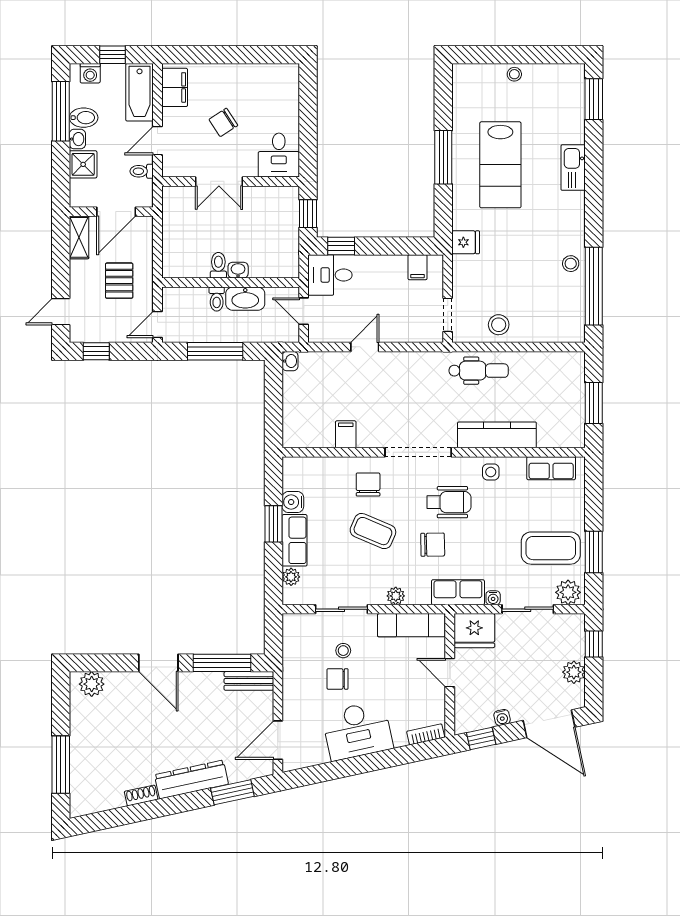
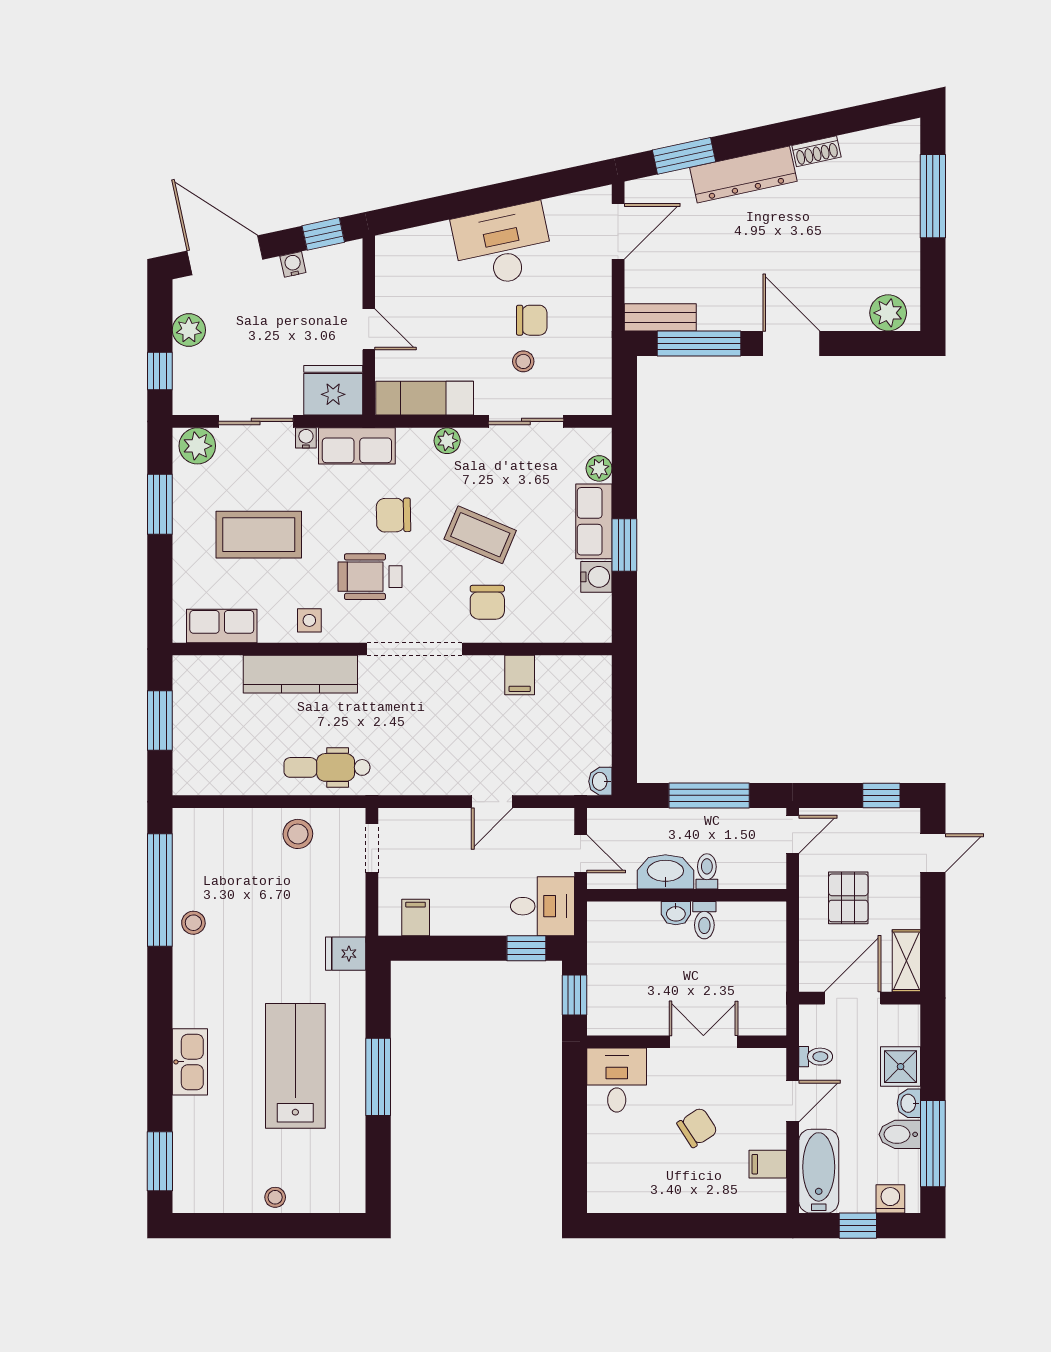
filing cabinet: (175, 87) -> (768, 1164), width x0.50
coffee table: (551, 548) -> (259, 535), moved
bookcase: (426, 734) -> (404, 240), removed

